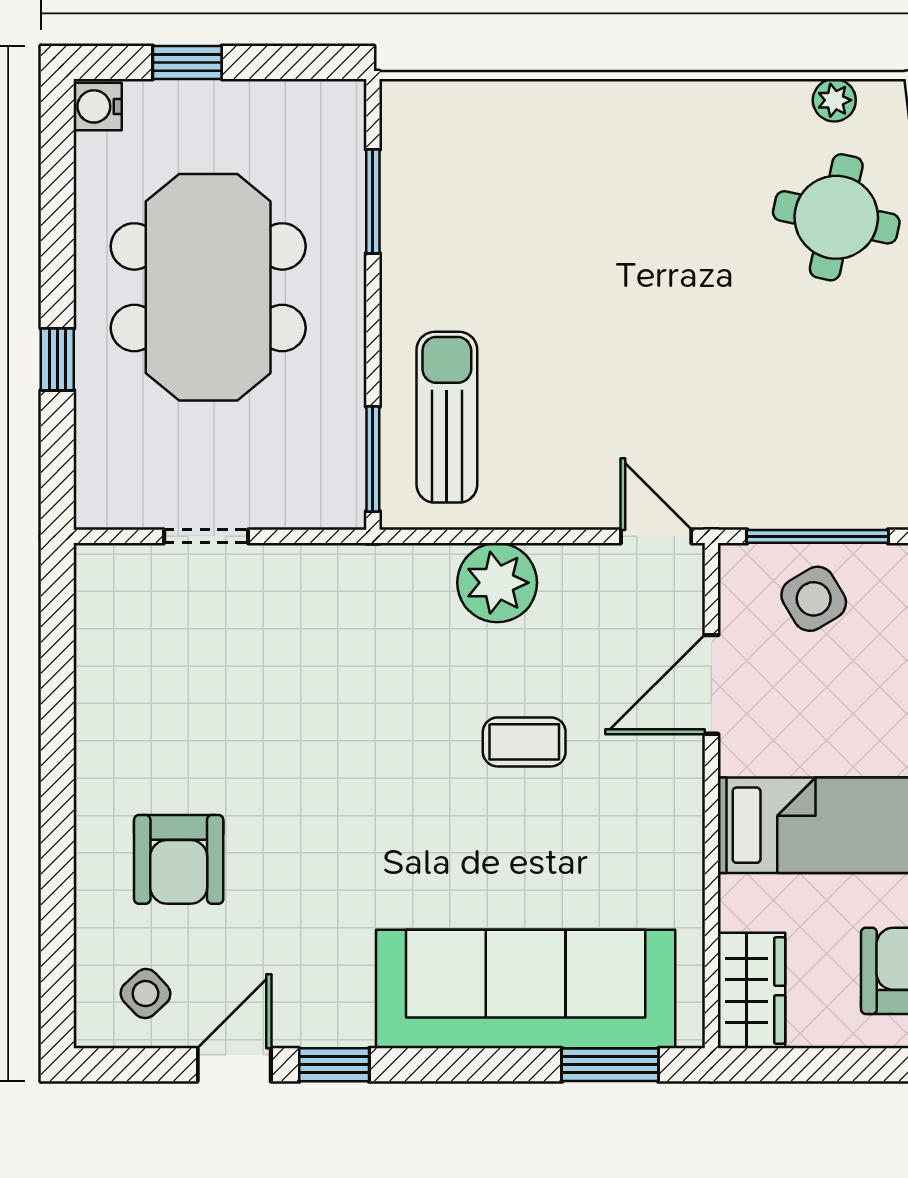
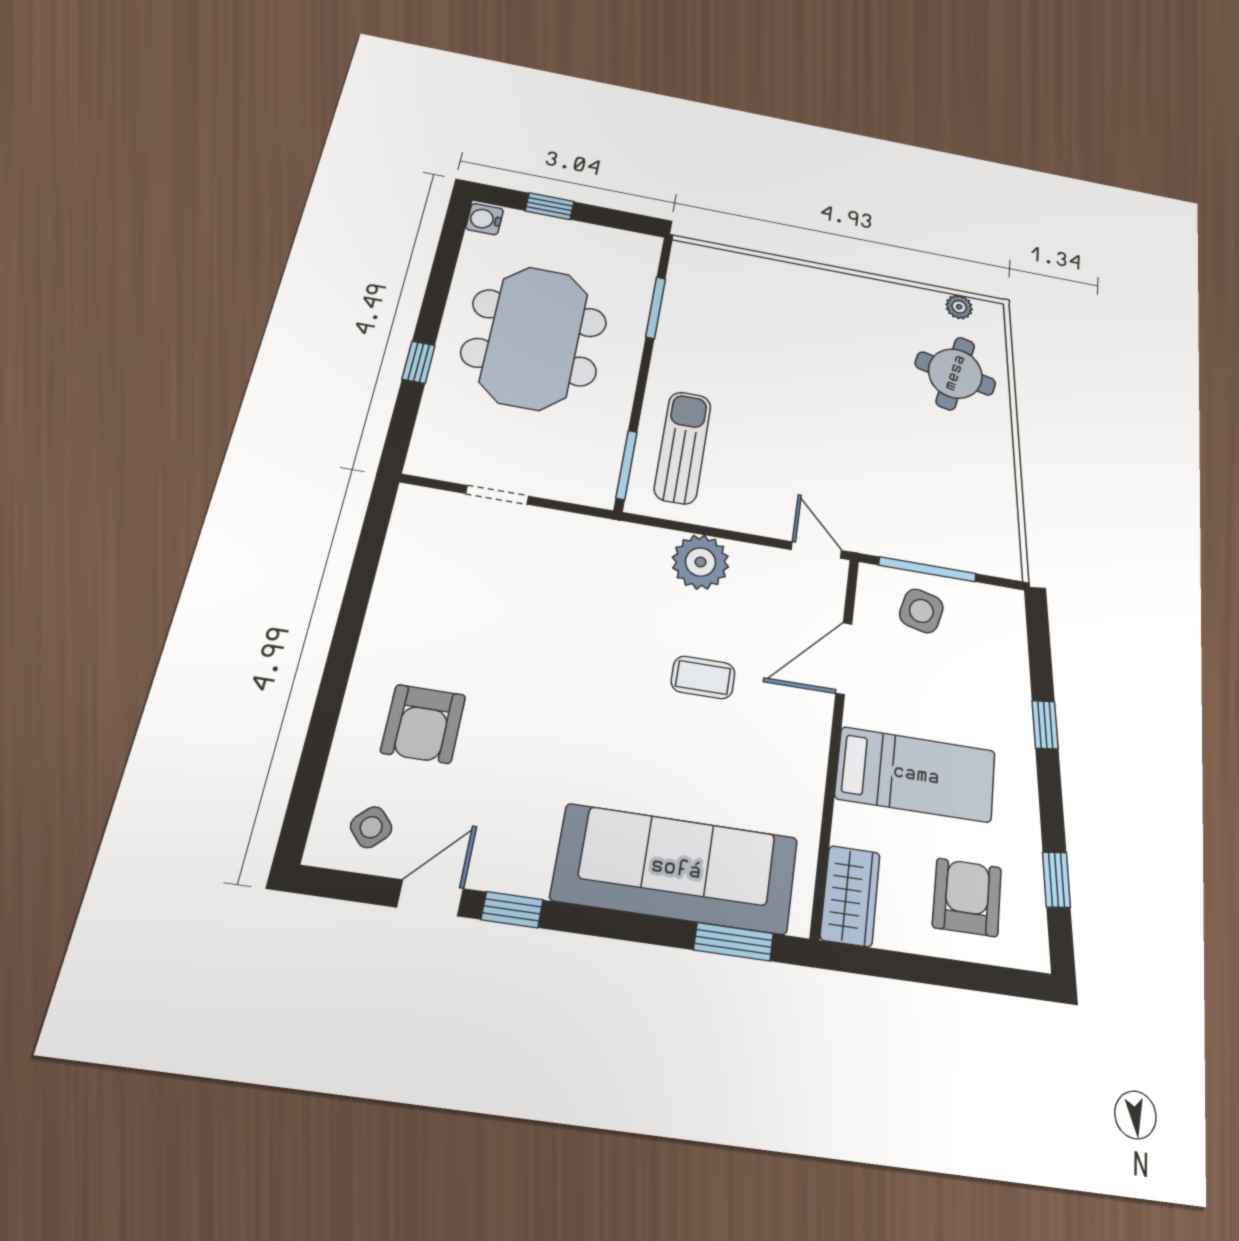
side table: (814, 599) -> (921, 611), turned 45

